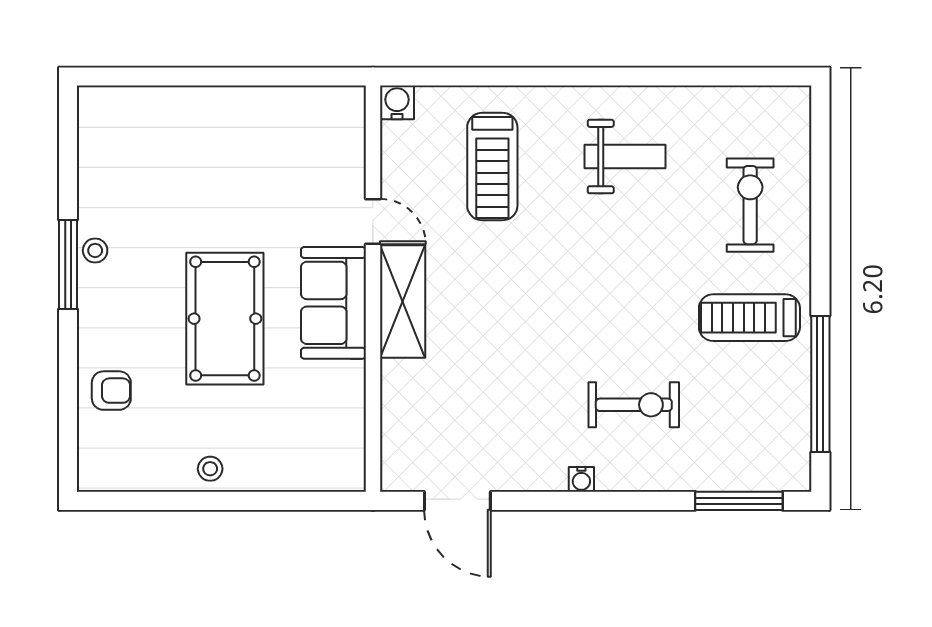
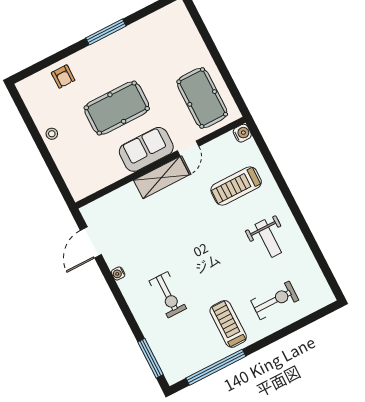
pool table: (290, 145) -> (202, 98), added
stool: (95, 250) -> (117, 40), removed
water cooler: (581, 479) -> (118, 273), moved

